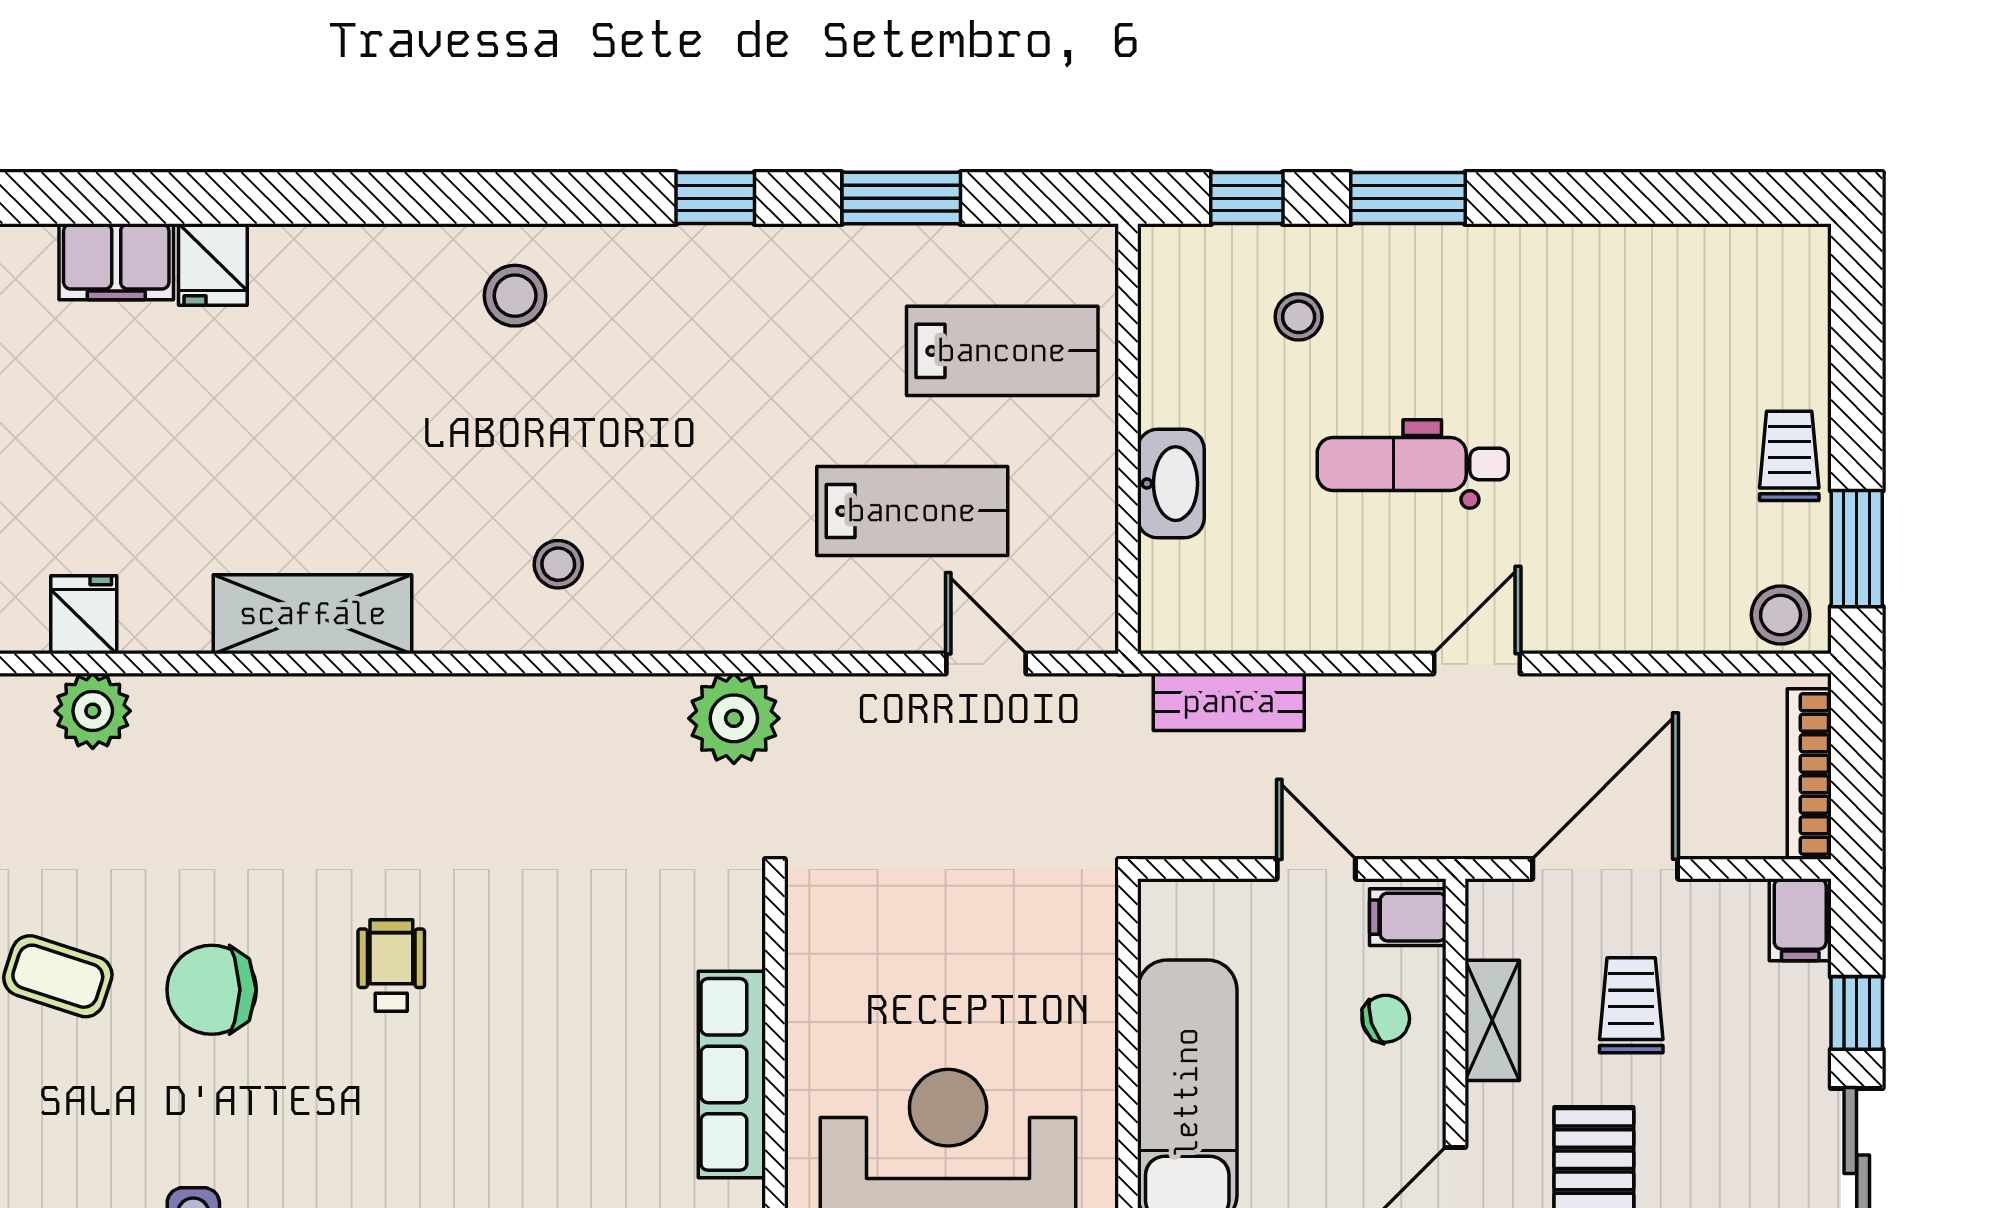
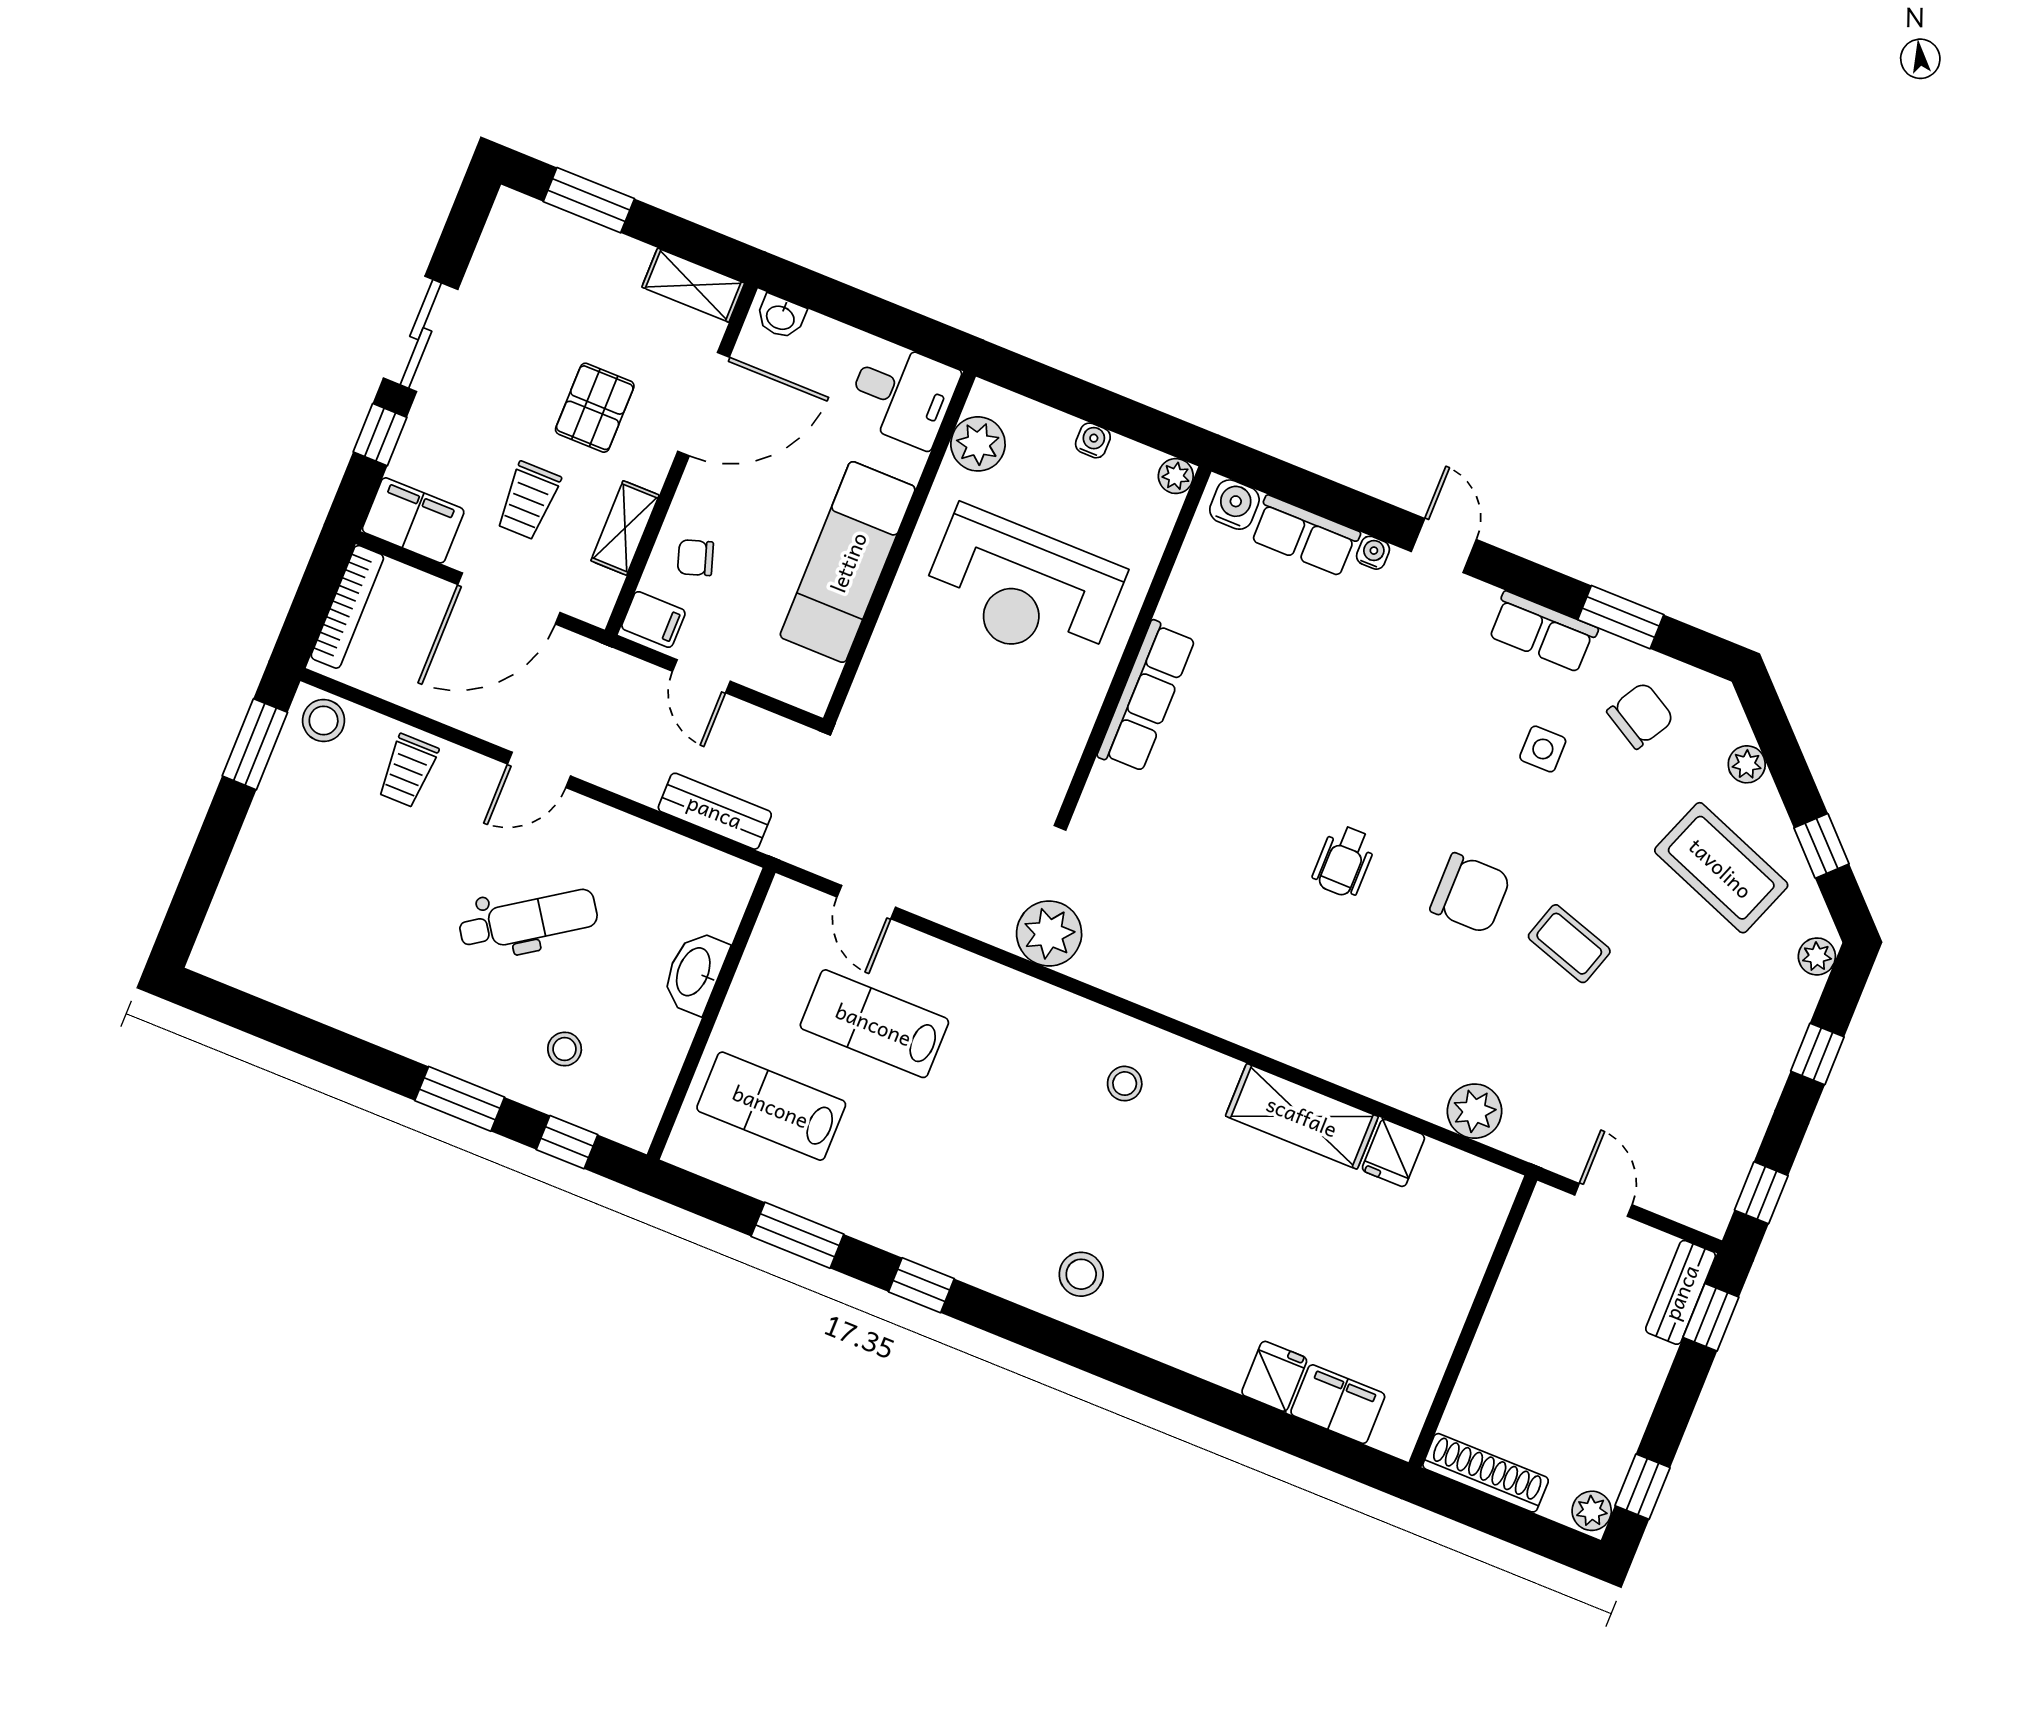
trolley: (1789, 456) -> (408, 771), moved
dental chair: (1413, 464) -> (528, 920), turned -34
fridge: (84, 615) -> (1393, 1153), moved
filing cabinet: (1800, 920) -> (413, 520), width x2.00

